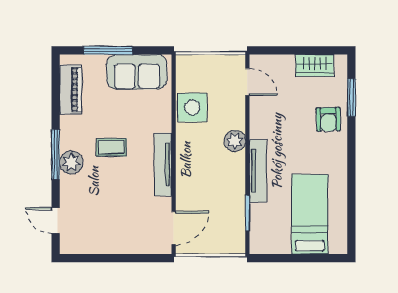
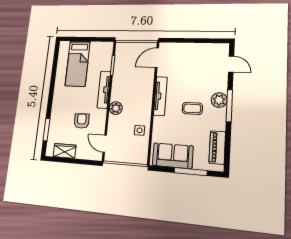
side table: (192, 107) -> (139, 130), width x0.54, depth x0.54
armchair: (328, 119) -> (82, 121), moved

